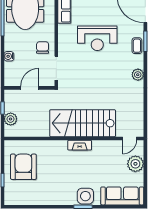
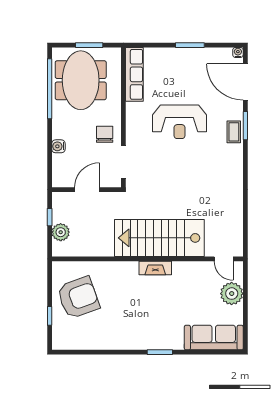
plant: (138, 75) -> (235, 172), removed
door: (129, 138) -> (224, 259), hinge flipped
armchair: (23, 167) -> (78, 298), turned 70
side table: (85, 196) -> (163, 338), removed

